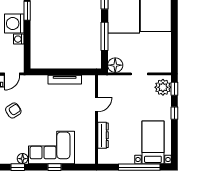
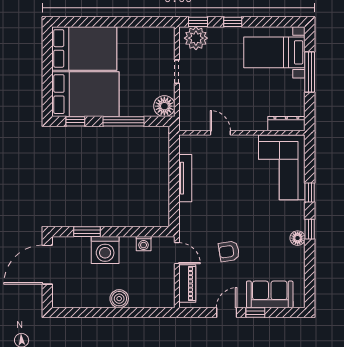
washing machine: (19, 39) -> (144, 244), moved
armchair: (13, 111) -> (229, 251), turned -66
dresser: (103, 135) -> (286, 124), moved
corner sofa: (51, 148) -> (282, 167), moved
window: (18, 167) -> (310, 229), moved
window: (139, 167) -> (310, 72), width x0.68

